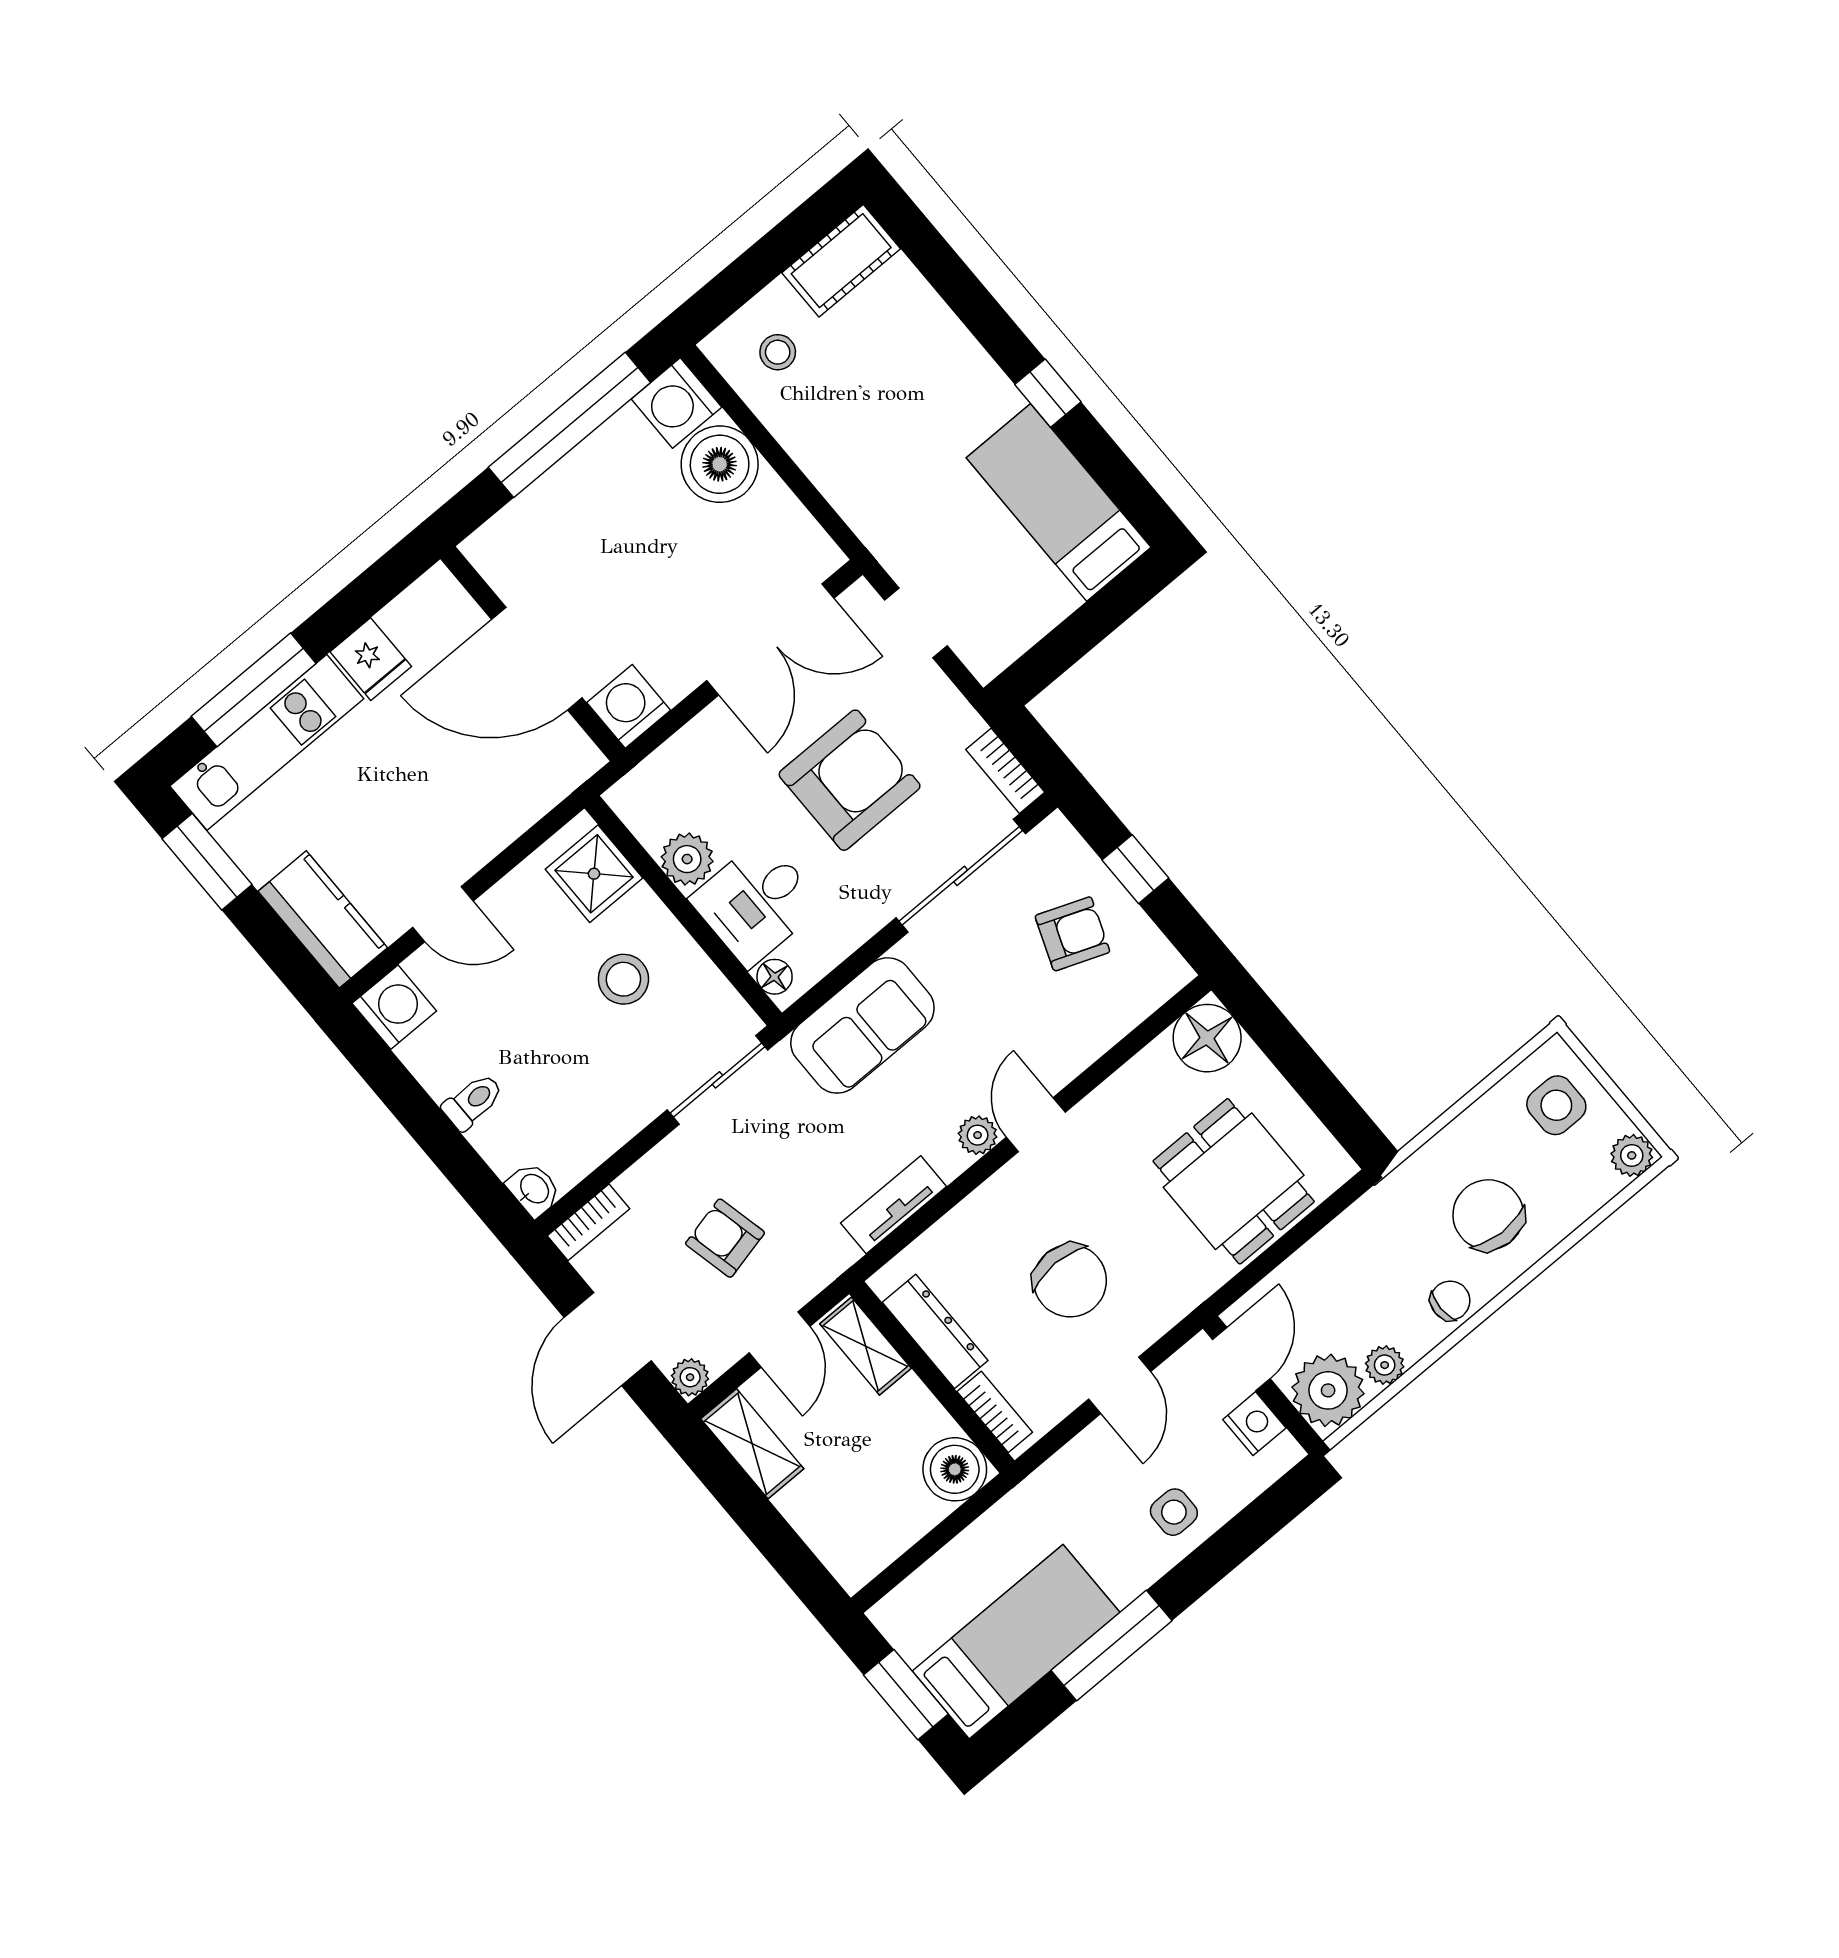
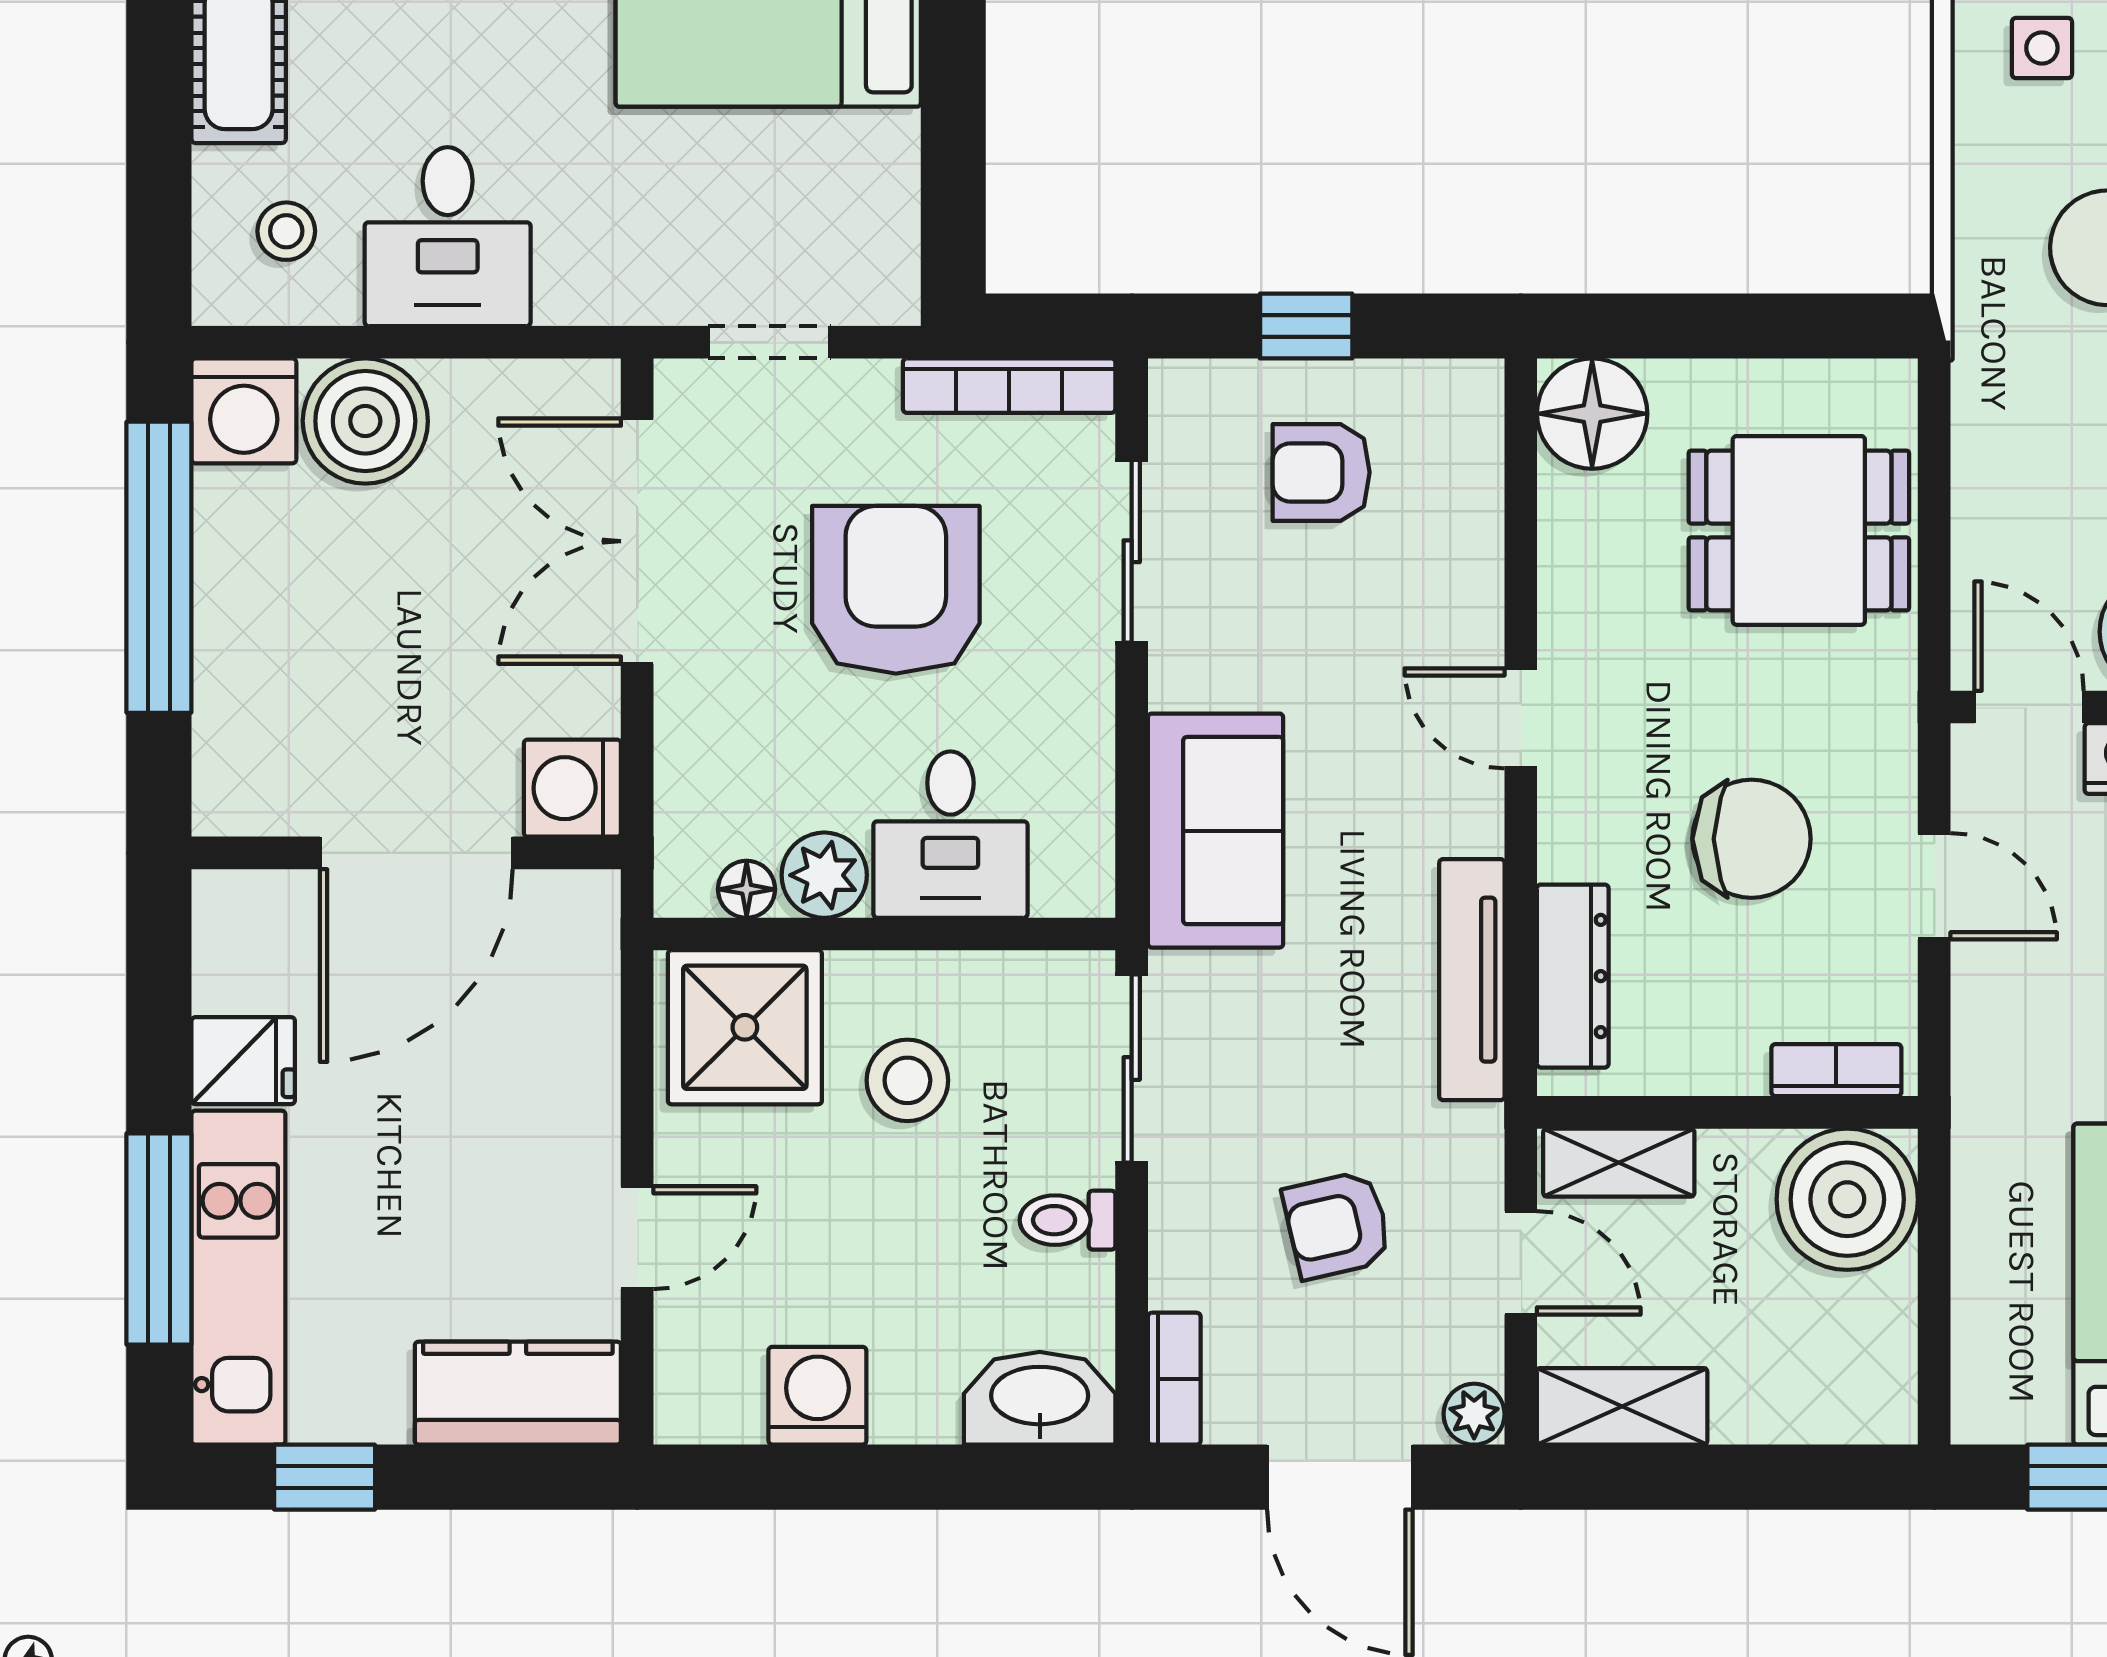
desk: (839, 430) -> (448, 237), added
double door: (770, 639) -> (637, 541), swing flipped
bookcase: (1005, 771) -> (1009, 386), width x1.56
window: (207, 862) -> (325, 1477), width x0.67
shower: (594, 874) -> (745, 1027), width x1.36, depth x1.36
sliding door: (961, 876) -> (1132, 551), width x0.73
armchair: (1072, 934) -> (1321, 472), turned -111
floor lamp: (775, 977) -> (747, 889), moved
washing machine: (394, 1007) -> (817, 1396), moved
toilet: (473, 1102) -> (1068, 1220), moved, turned -90
side table: (1556, 1105) -> (2042, 48), width x0.73, depth x0.73
plant: (978, 1135) -> (1473, 802), removed
washbasin: (534, 1189) -> (1040, 1398), width x1.91, depth x1.45
tv unit: (894, 1205) -> (1472, 980), width x1.41
dresser: (935, 1331) -> (1573, 976), moved, turned 90
boiler: (955, 1469) -> (1847, 1199), width x1.37, depth x1.37

